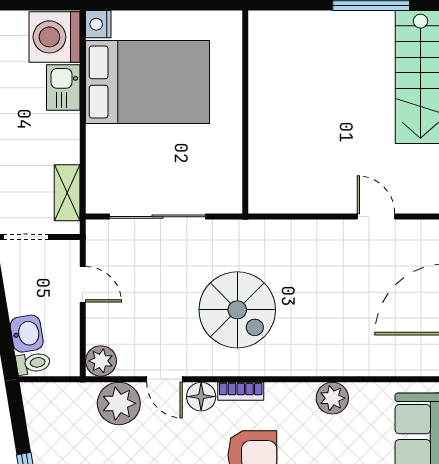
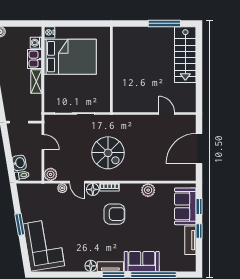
washing machine: (54, 37) -> (36, 43), width x0.53, depth x0.53
shelving: (67, 193) -> (36, 82), moved
plant: (119, 403) -> (62, 188), width x0.53, depth x0.53

